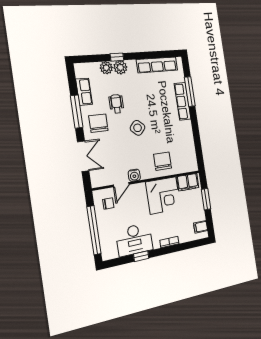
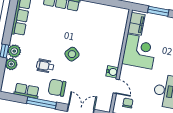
chair: (163, 161) -> (109, 41), removed

